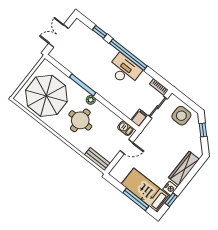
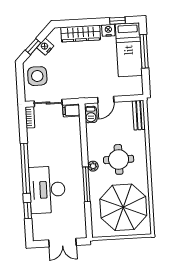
desk: (124, 70) -> (47, 190), moved, width x1.36, depth x1.30
nightstand: (196, 138) -> (45, 47), added
door: (127, 147) -> (106, 100), swing flipped

